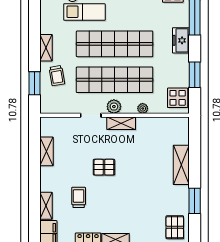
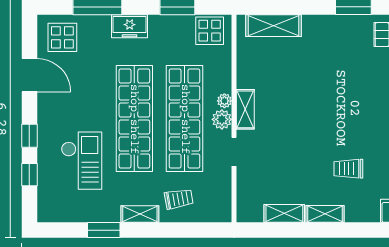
window: (35, 83) -> (104, 230), moved
plant: (143, 108) -> (224, 101), moved
shelving: (181, 165) -> (274, 26), moved
pallet: (104, 167) -> (306, 133), removed
shelving: (46, 206) -> (325, 214), moved

